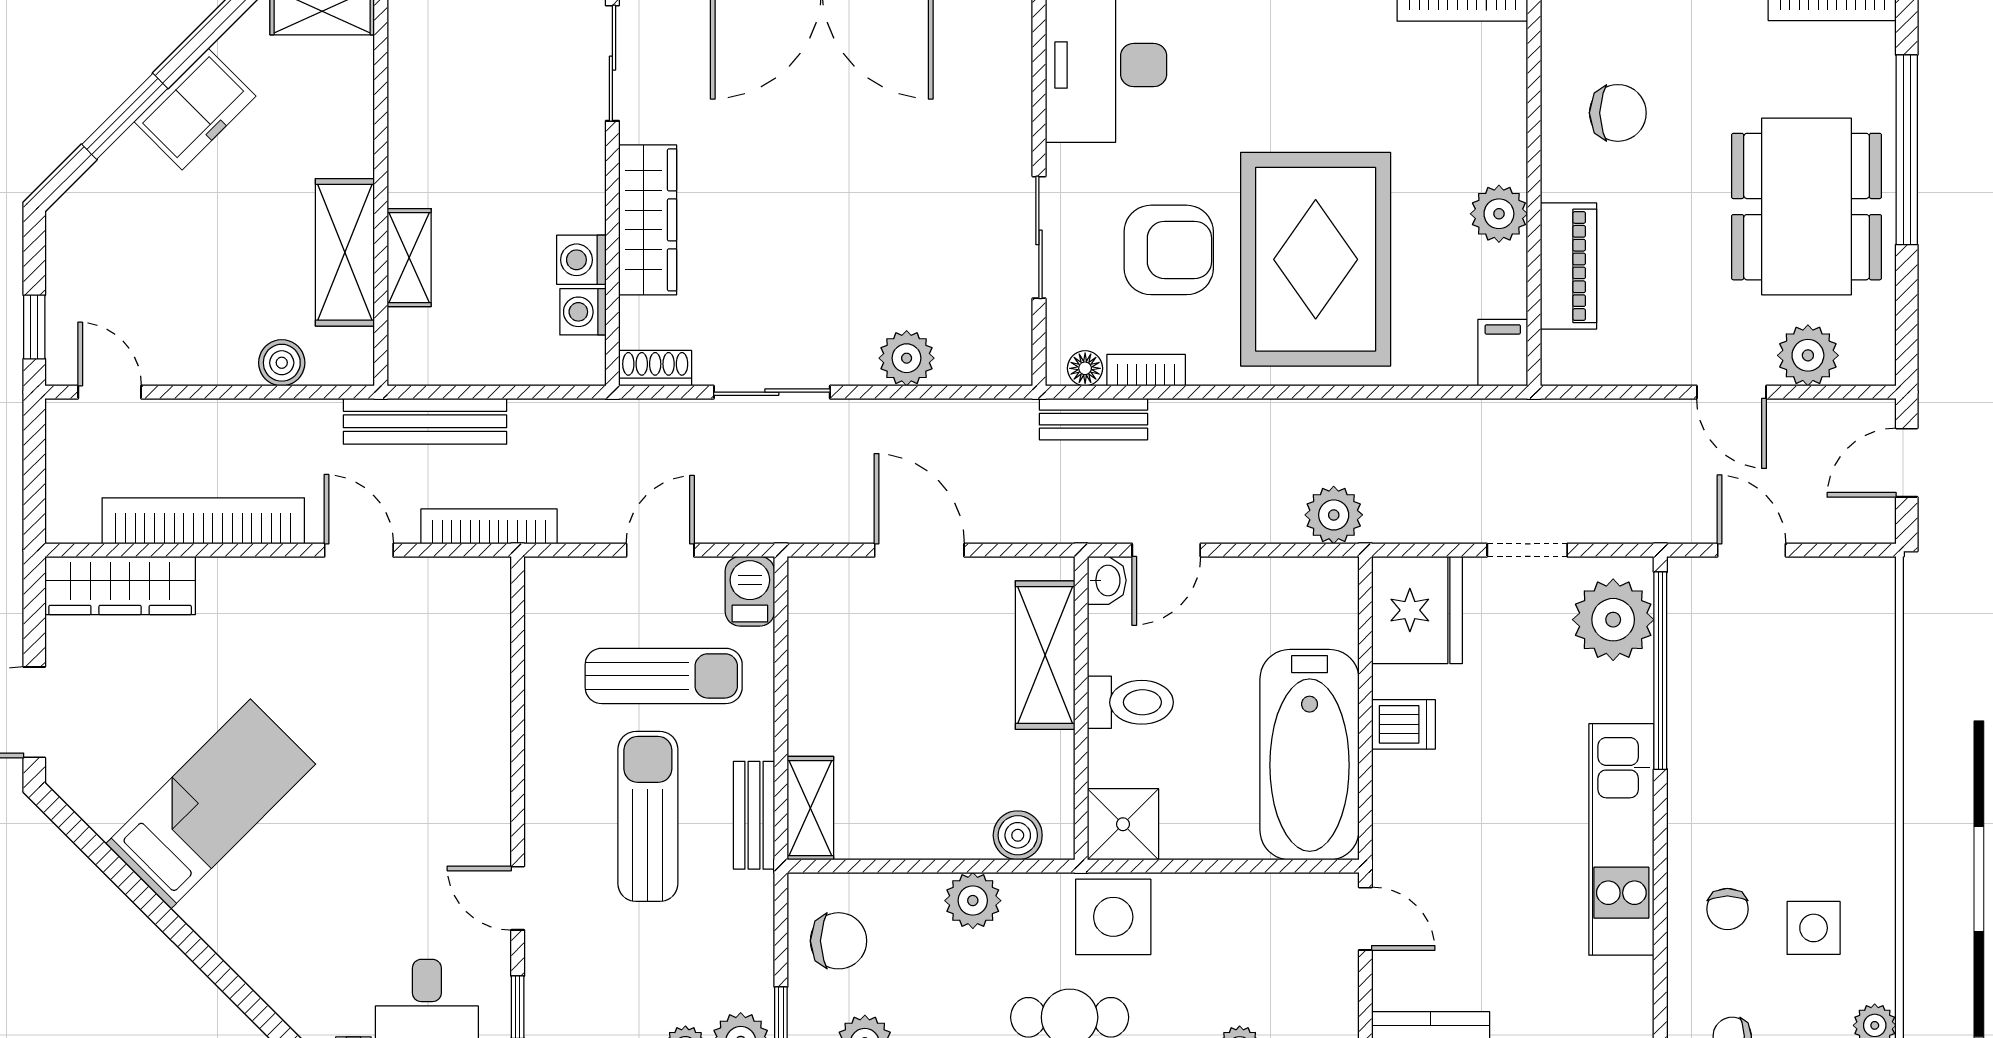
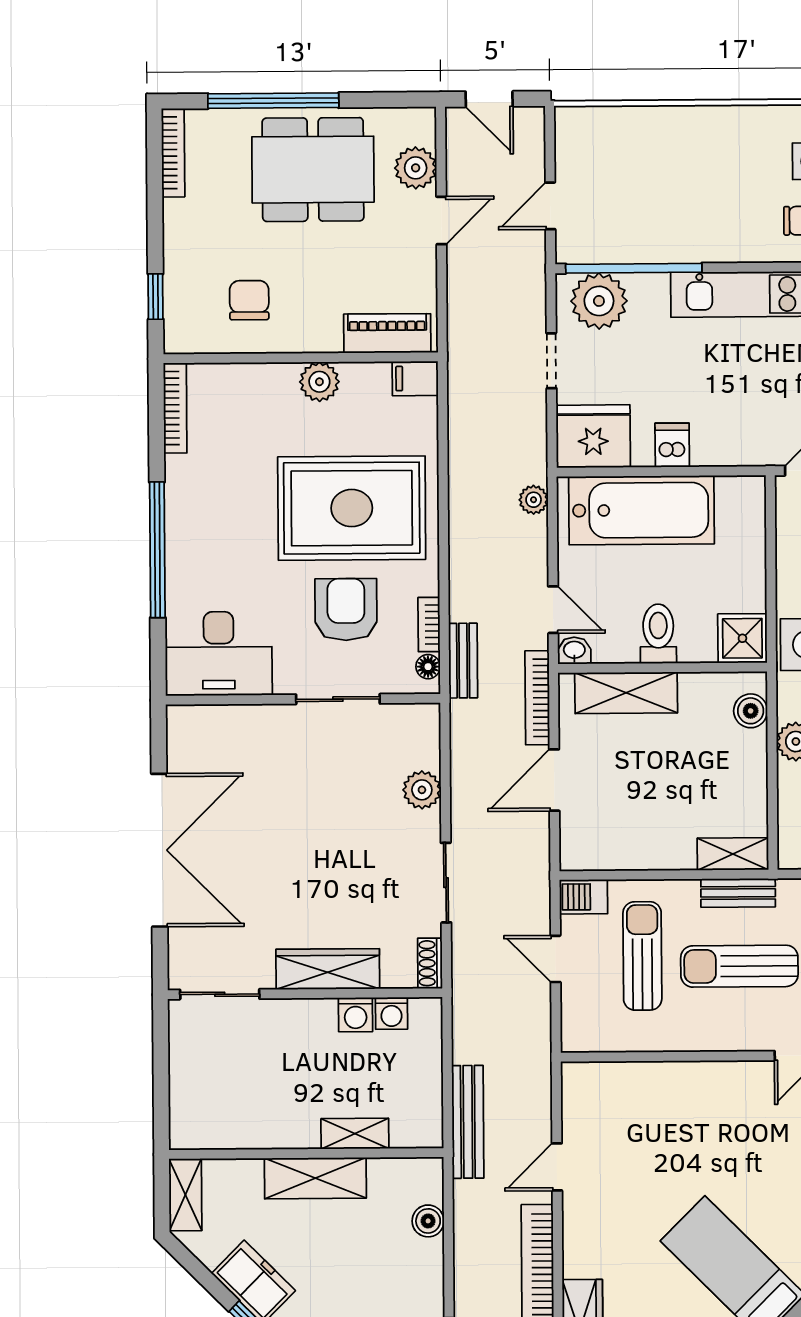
shelving: (345, 252) -> (315, 1178), moved
piano: (1568, 266) -> (387, 333), moved
plant: (1334, 515) -> (534, 500), width x0.73, depth x0.73
bookcase: (489, 526) -> (537, 698), moved
bathtub: (1310, 755) -> (642, 510), moved

